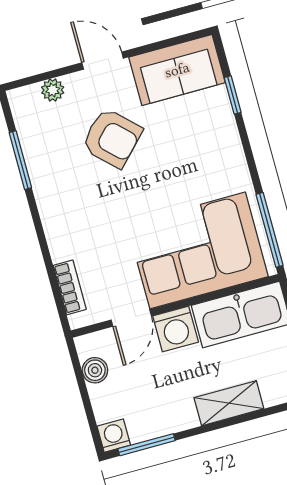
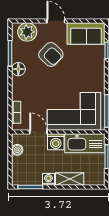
plant: (53, 90) -> (27, 32), width x1.87, depth x1.87
floor lamp: (49, 190) -> (18, 69), added
door: (131, 318) -> (38, 132), swing flipped
washing machine: (114, 436) -> (48, 179), moved

